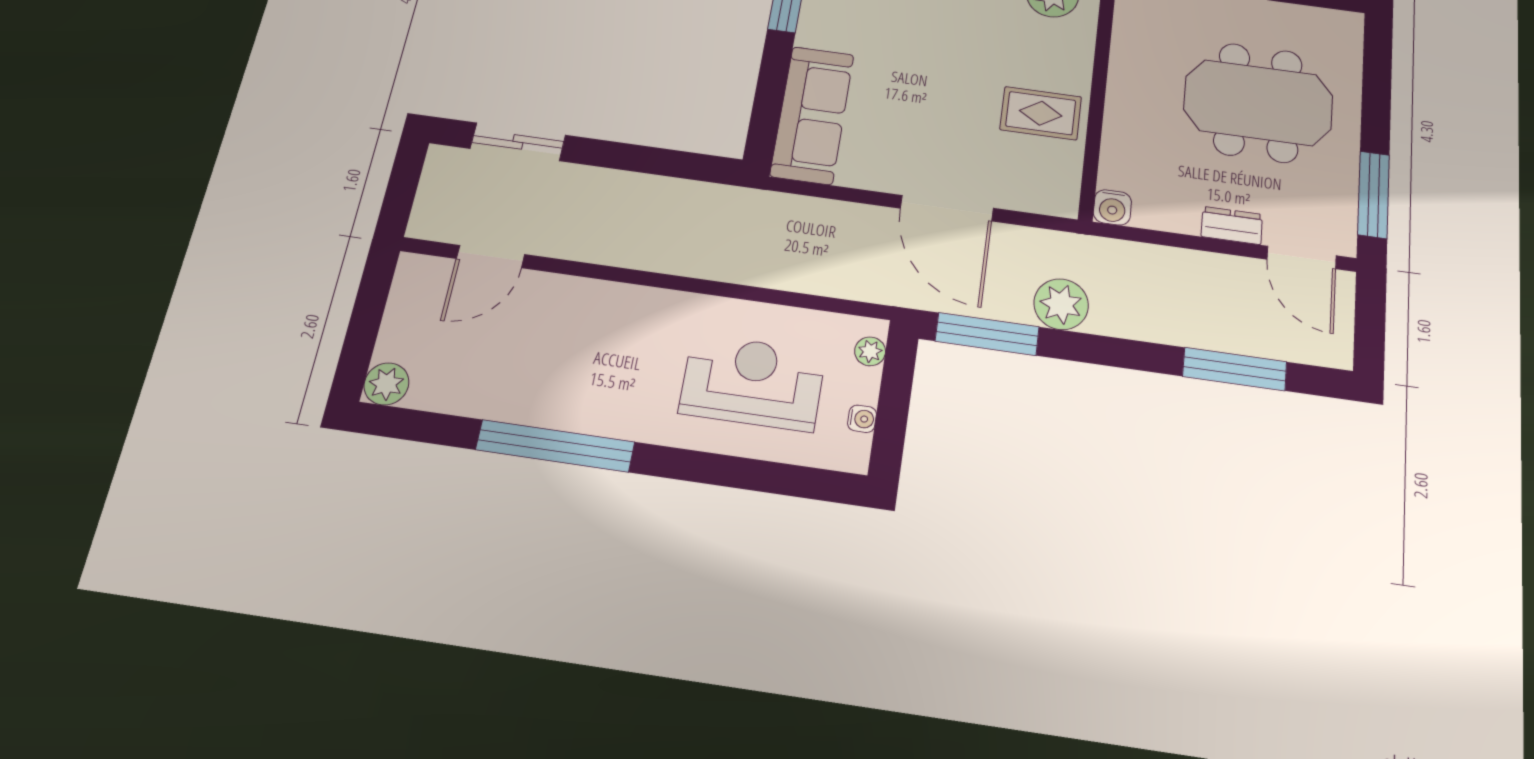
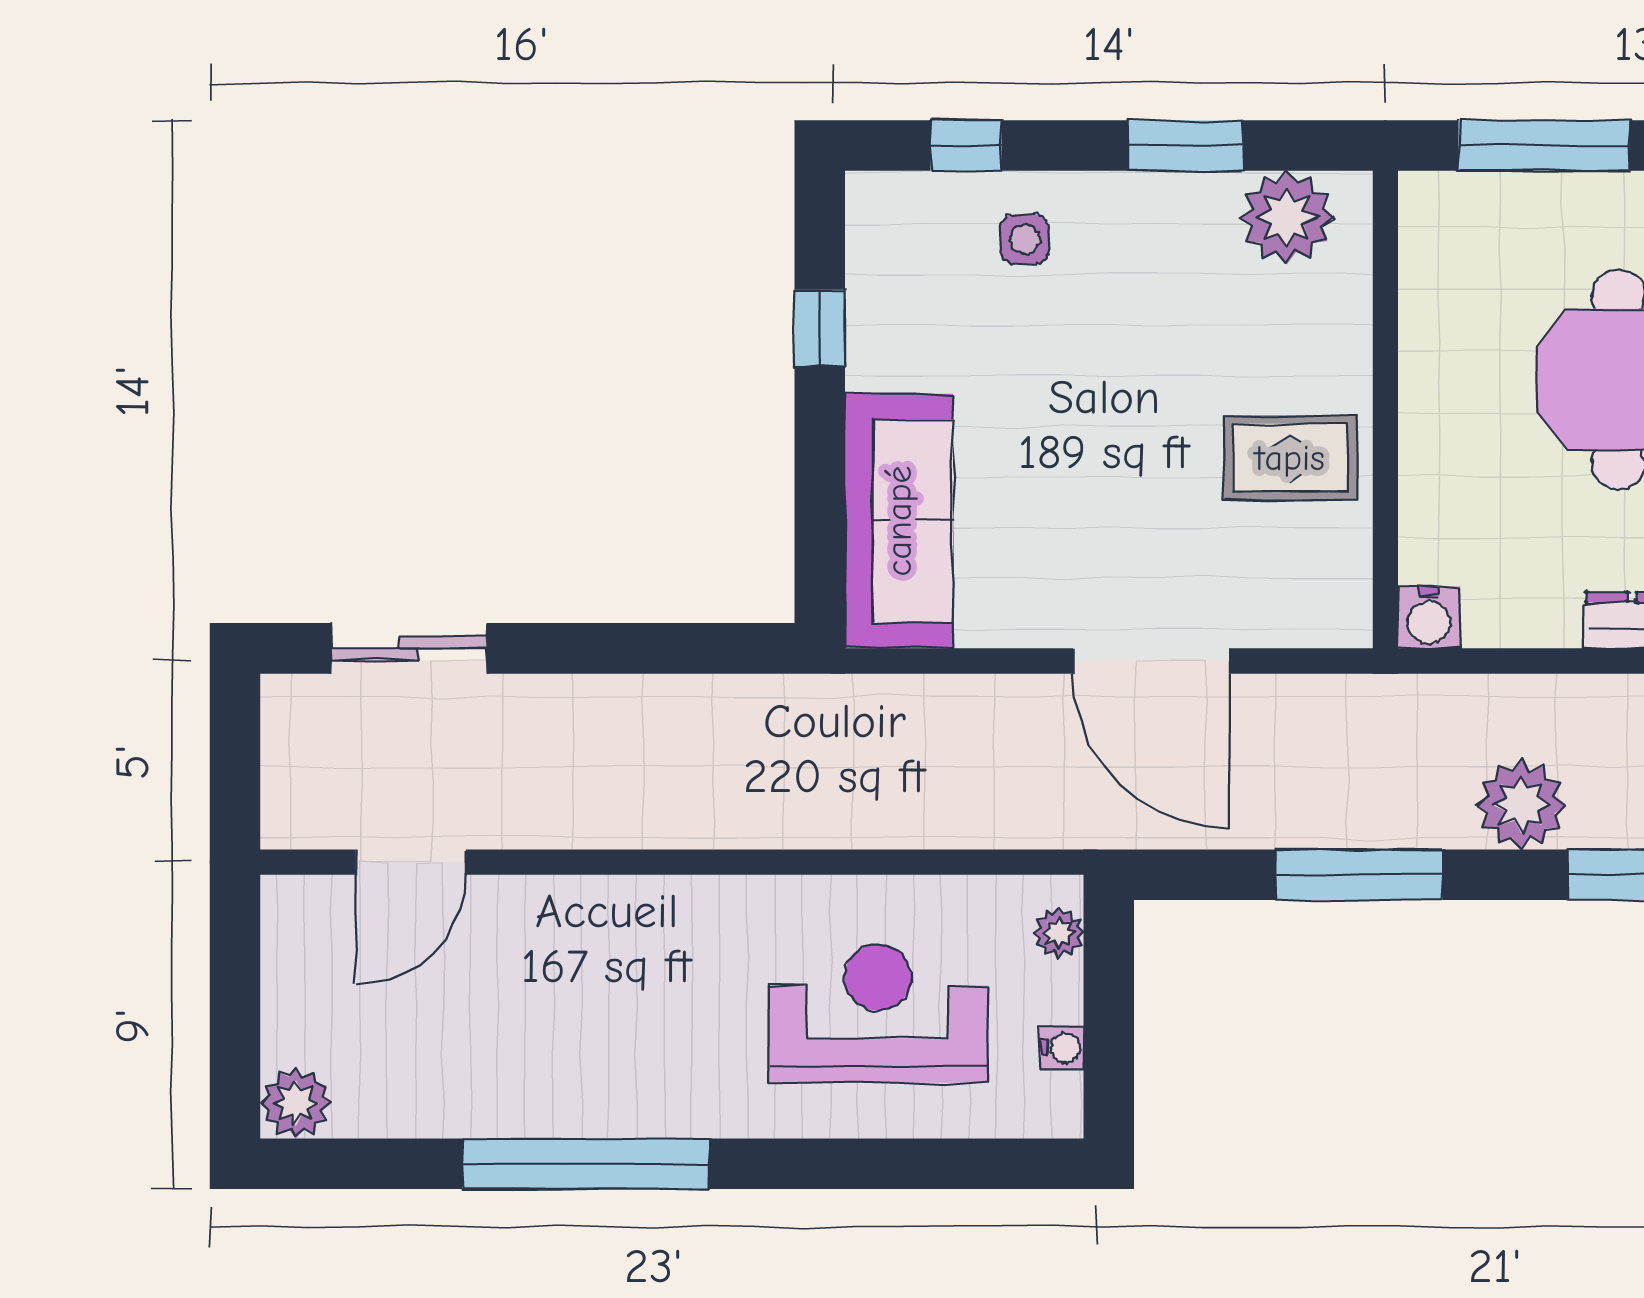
plant: (1061, 304) -> (1521, 805), moved
window: (987, 334) -> (1359, 875), moved

